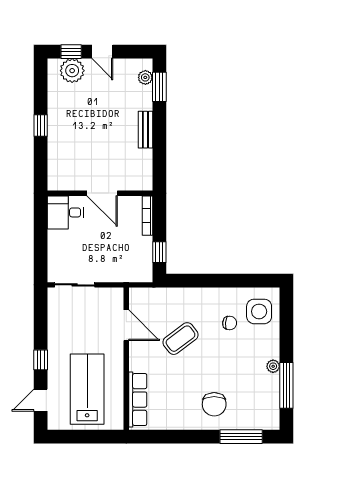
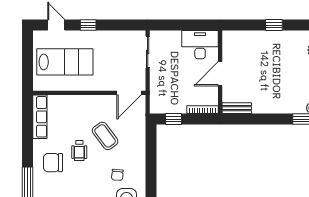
bench: (145, 130) -> (237, 108), moved
desk: (65, 212) -> (200, 45), width x1.37
door: (126, 325) -> (129, 93), moved
wheelchair: (199, 371) -> (79, 150), added
row of seats: (138, 400) -> (40, 117), moved, turned -90

